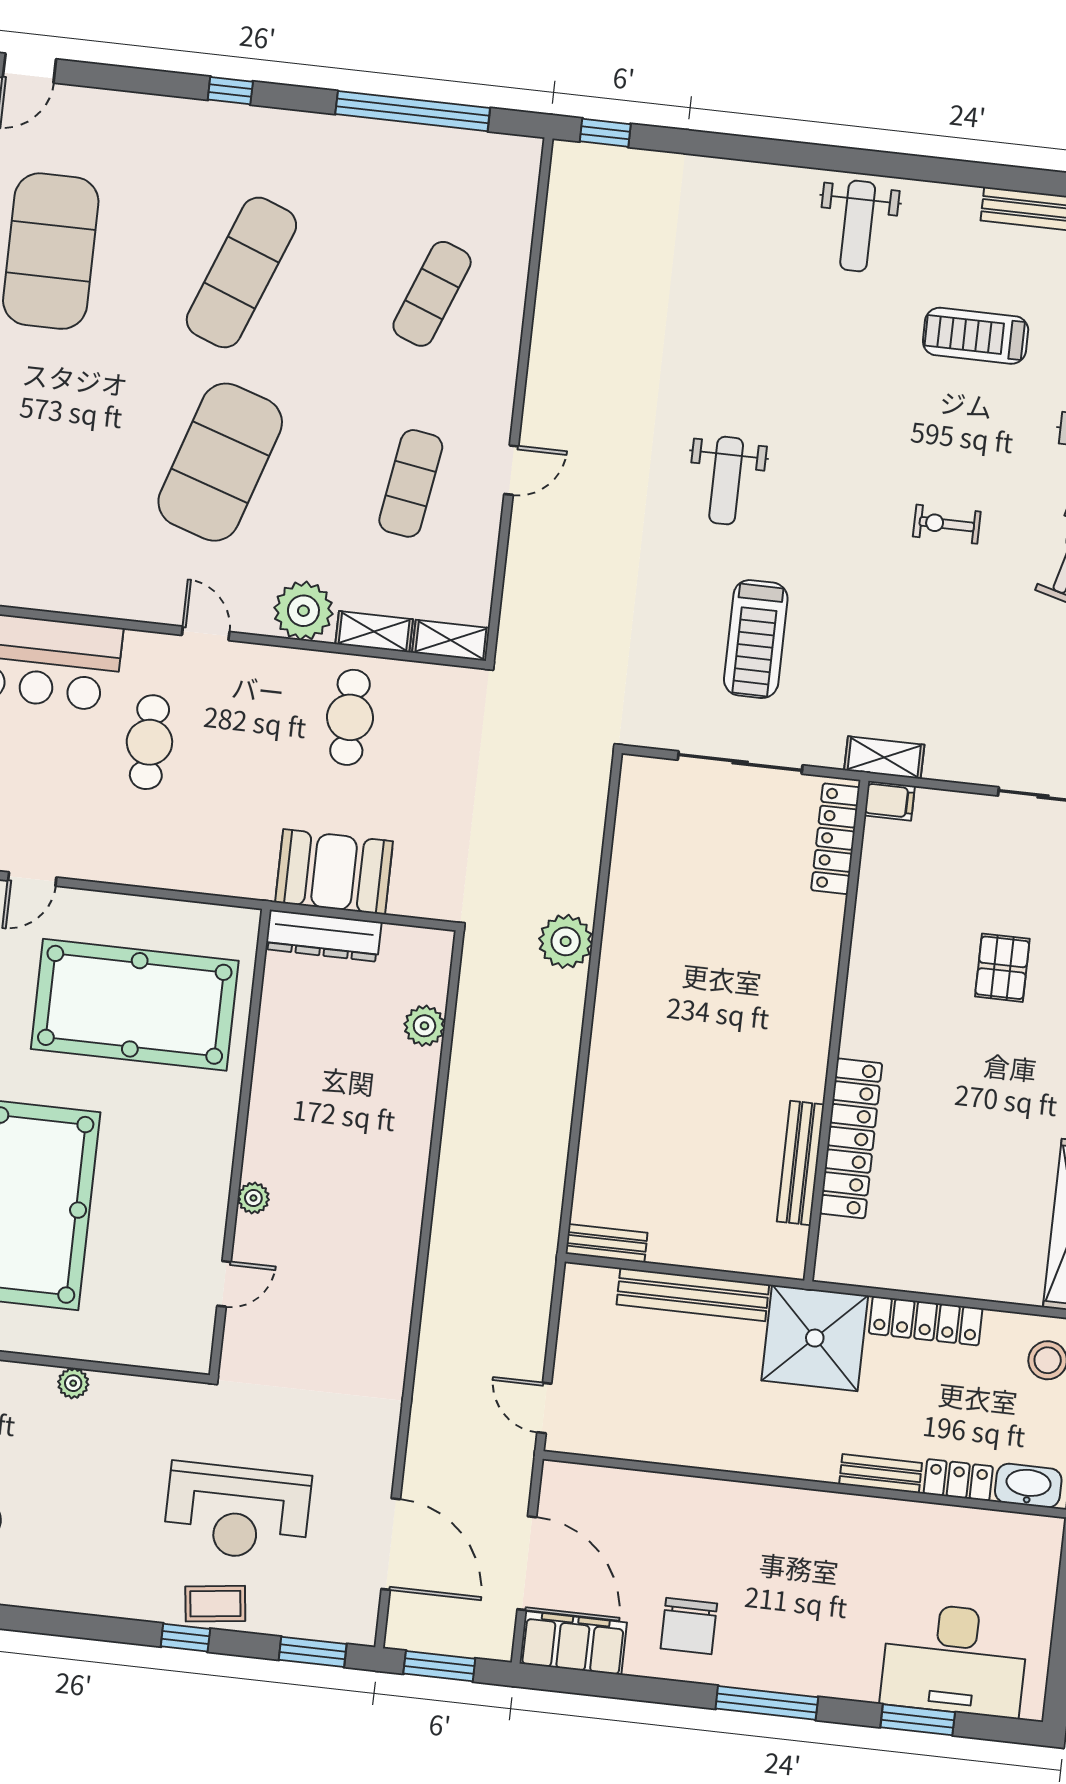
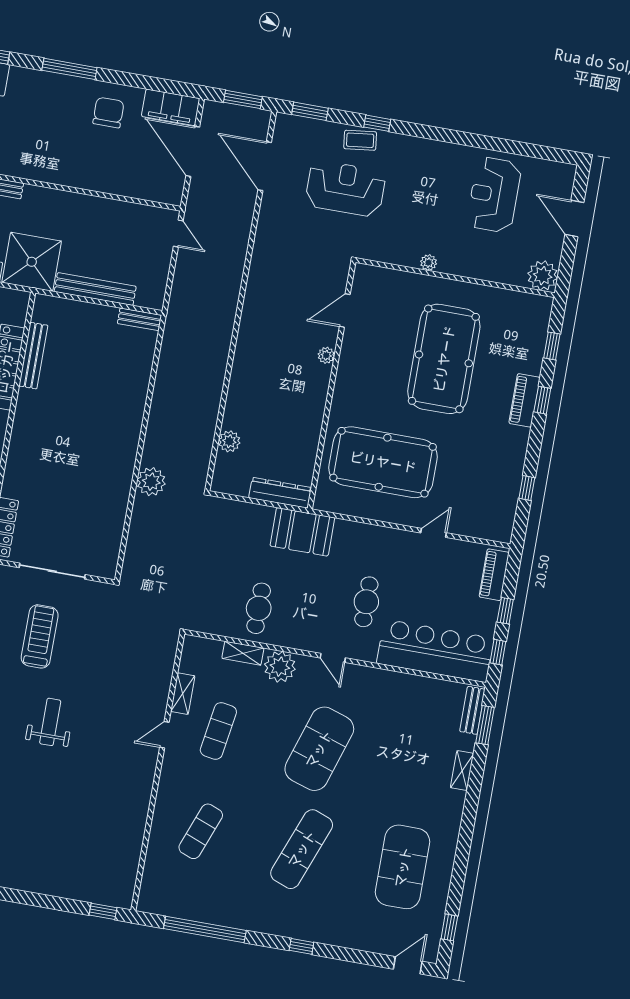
shelving: (451, 640) -> (183, 694), moved, turned 90
booth: (334, 872) -> (302, 532), moved
door: (224, 1284) -> (345, 311), width x1.38

